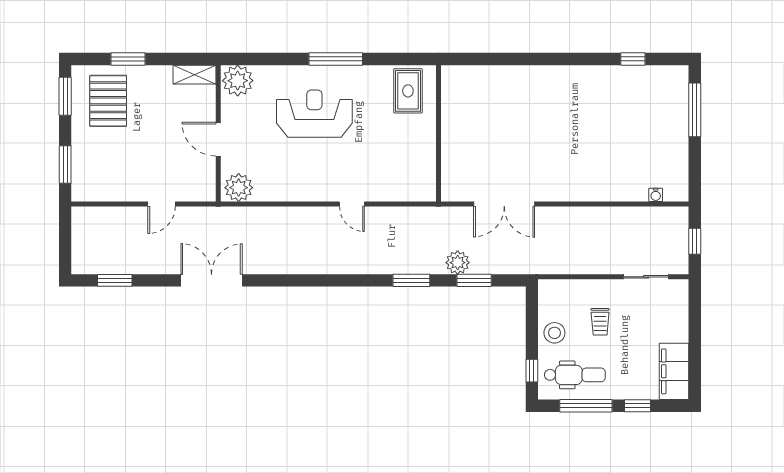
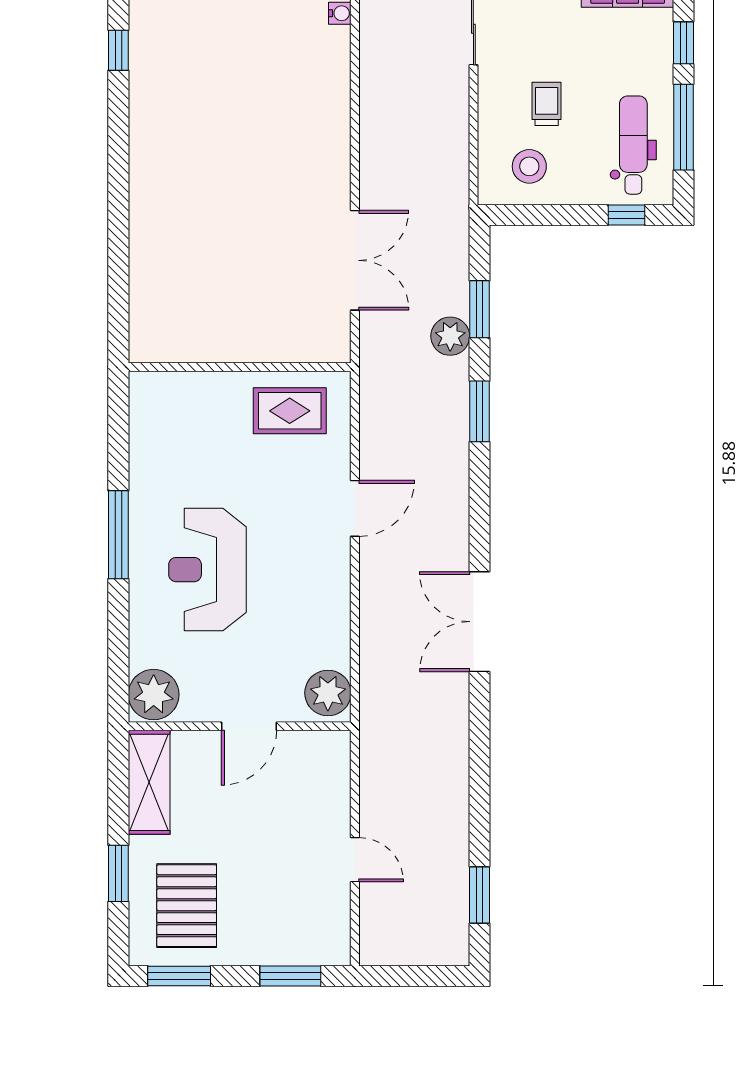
shelving: (195, 75) -> (149, 782), width x1.50, depth x1.33
rug: (408, 91) -> (290, 411), moved
pallet: (108, 101) -> (187, 906), turned 90
door: (161, 204) -> (355, 860), moved
door: (352, 204) -> (355, 508), width x1.38
double door: (212, 280) -> (479, 622), moved
trolley: (600, 322) -> (547, 104), turned -90
stool: (554, 333) -> (529, 166), moved

